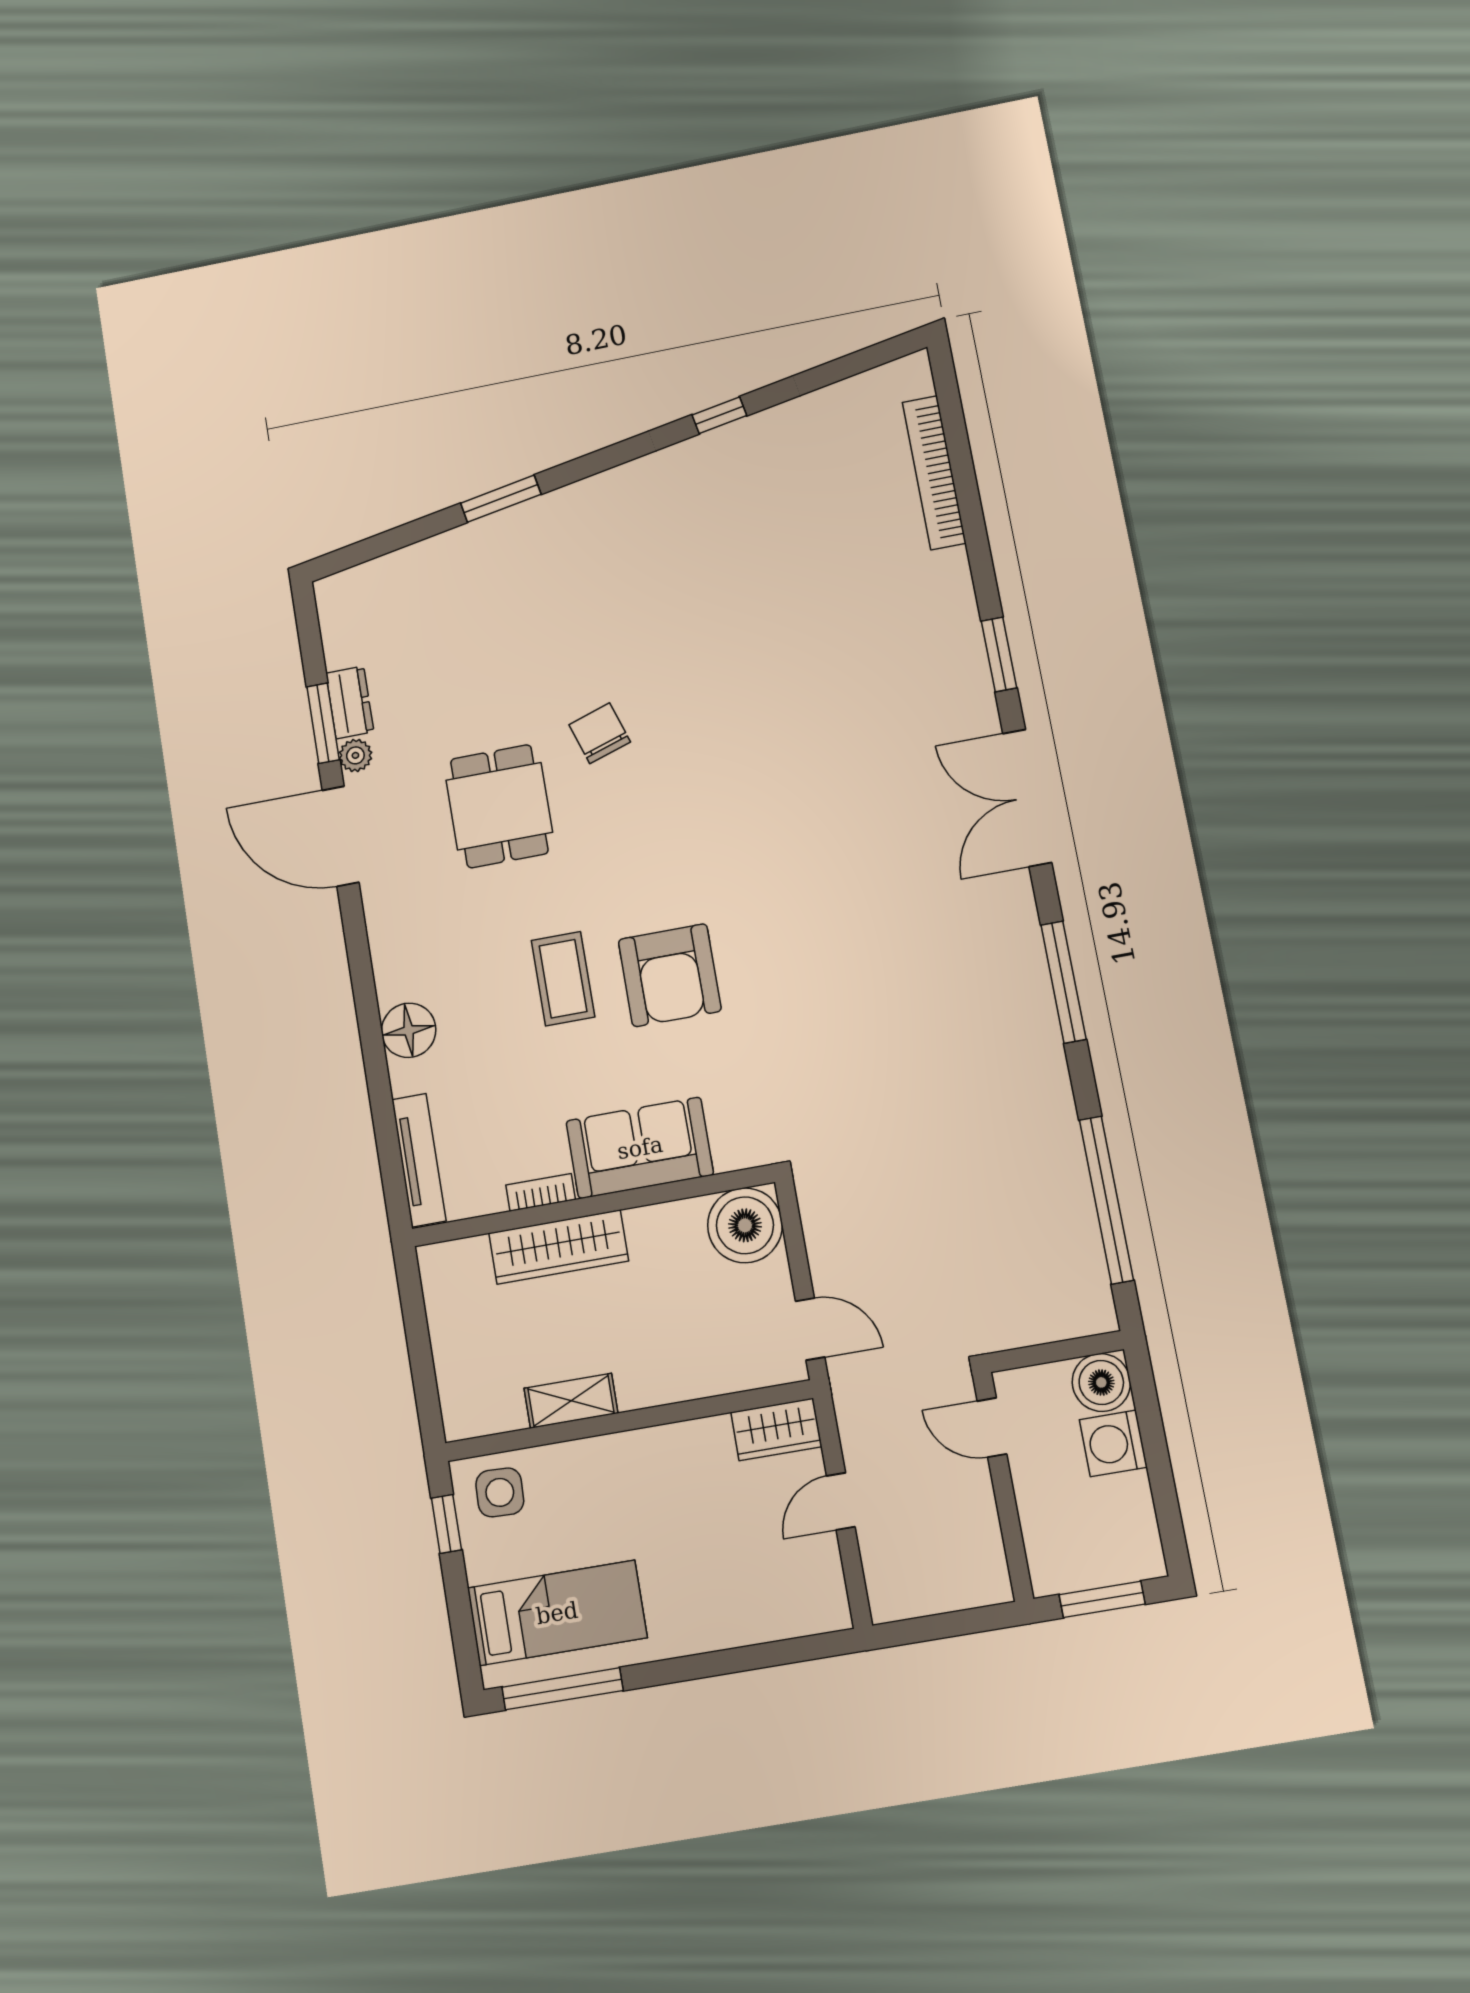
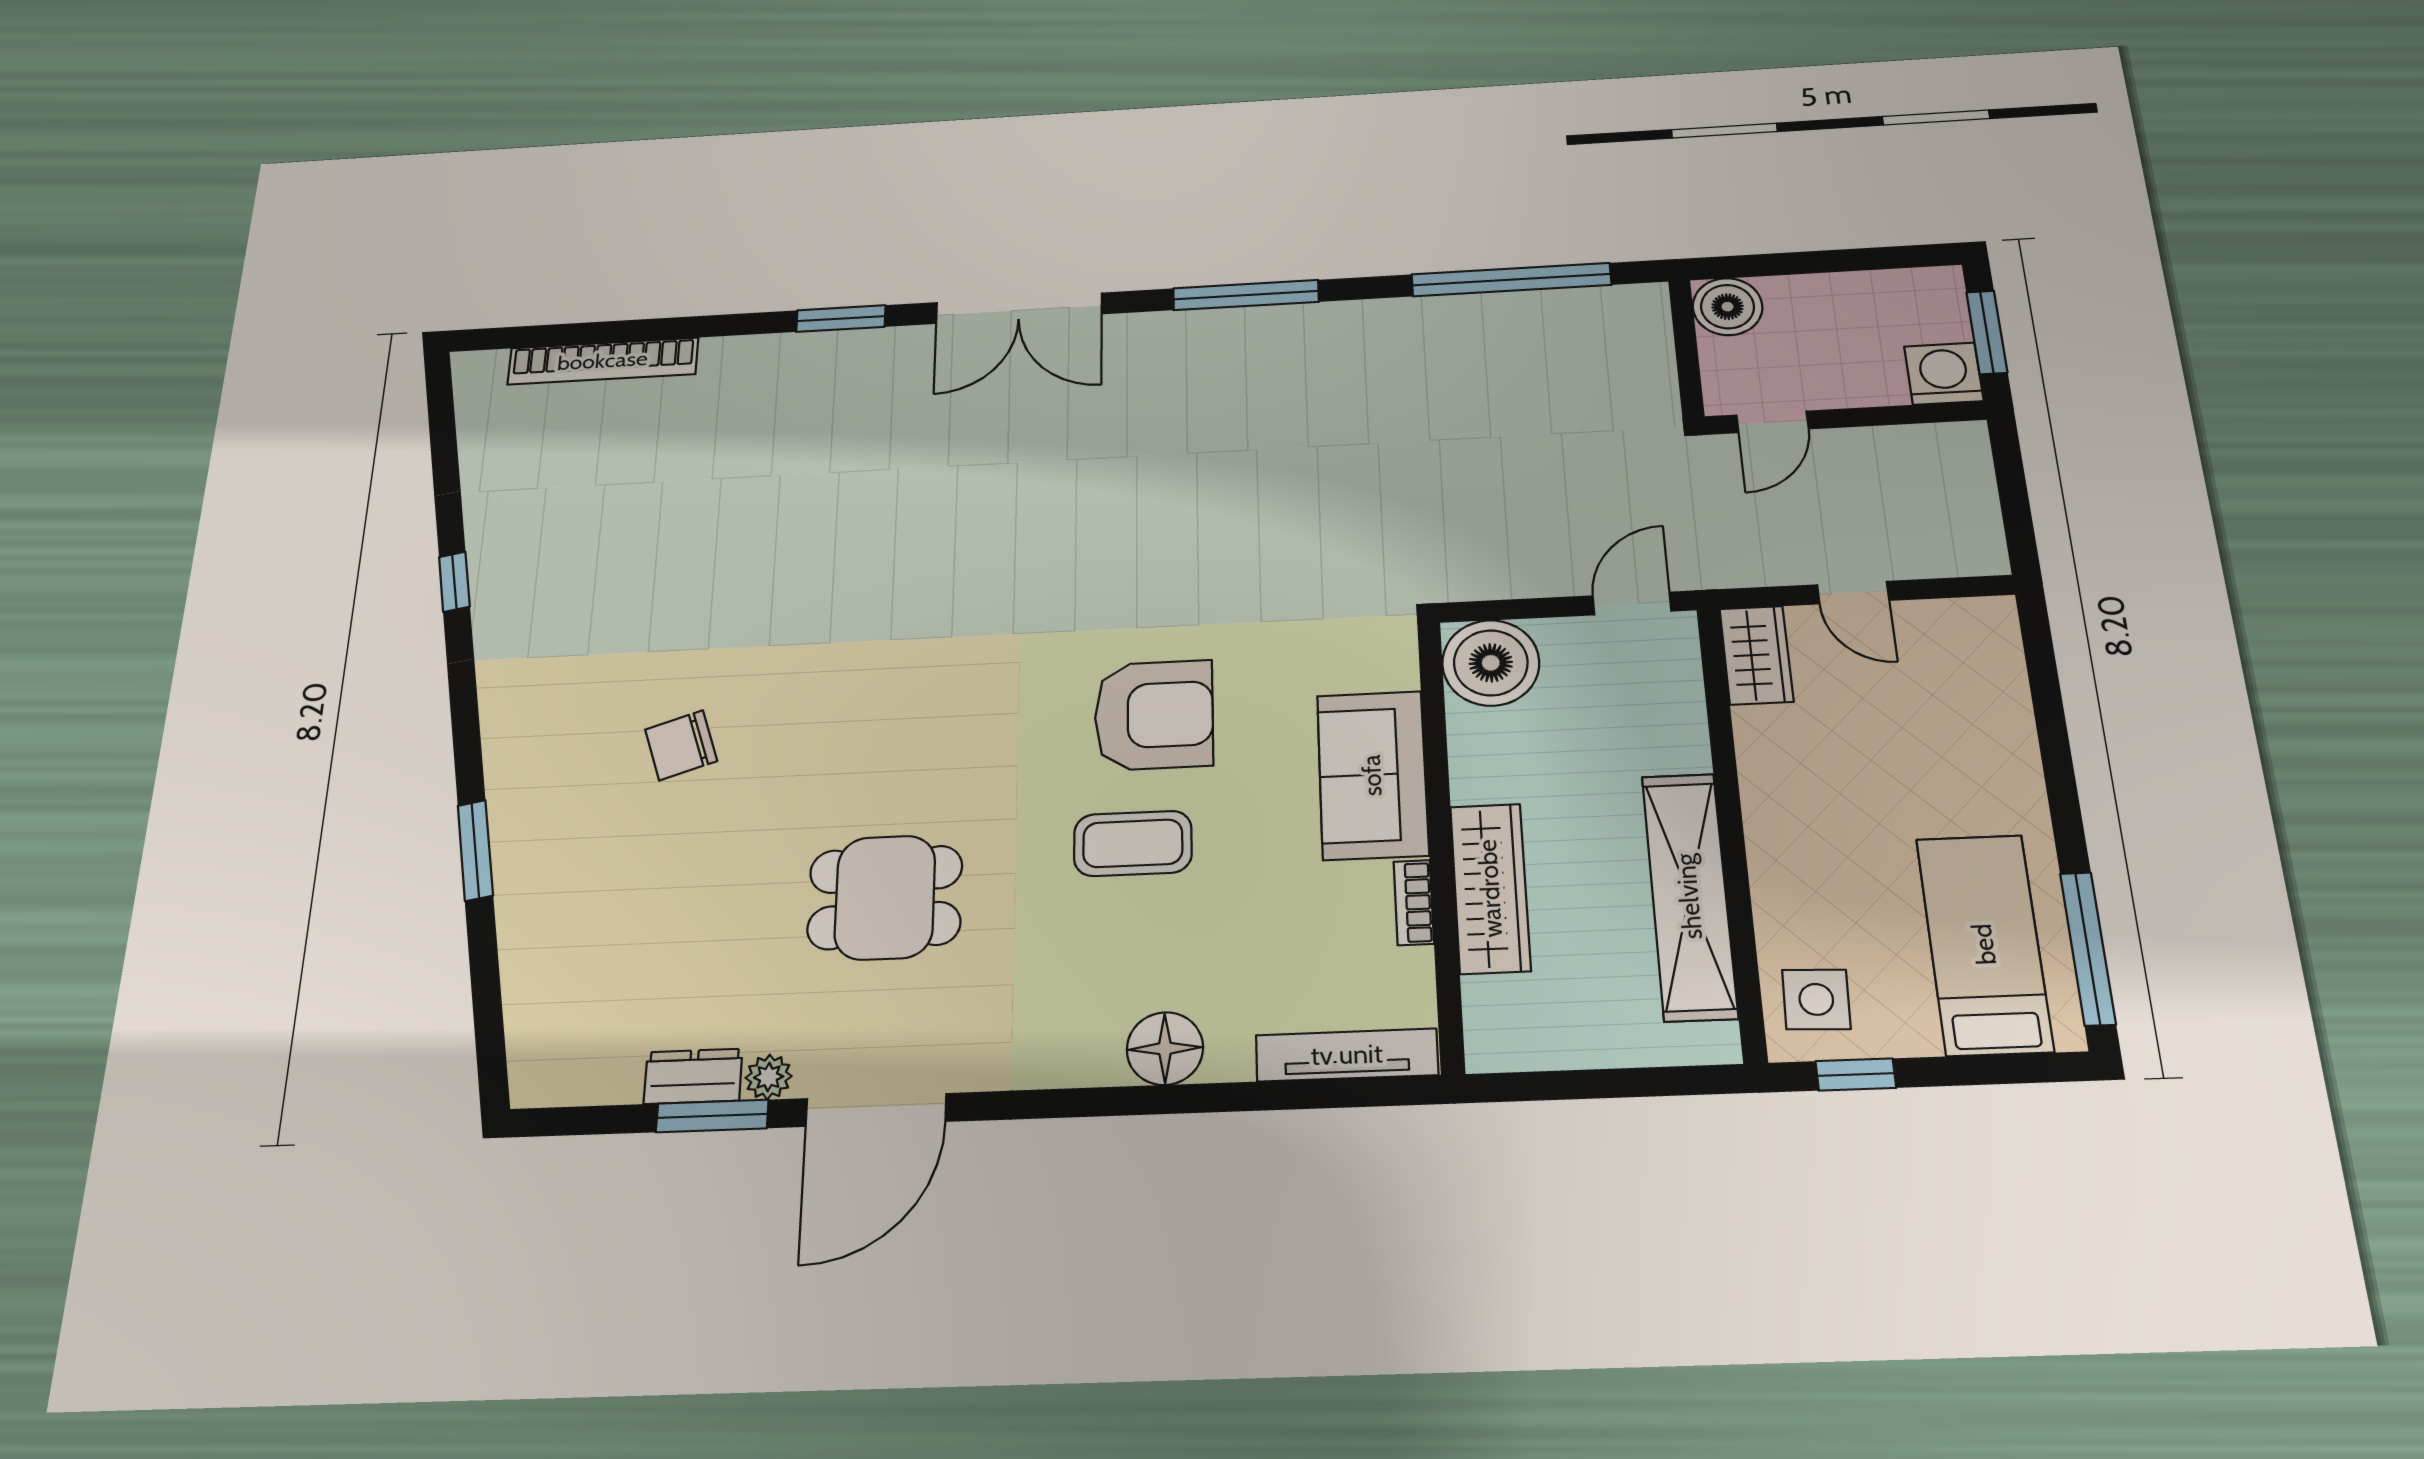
chair: (600, 733) -> (681, 745), moved
shelving: (571, 1401) -> (1689, 896), width x2.20, depth x1.33
washing machine: (1113, 1443) -> (1944, 374), moved, turned 180

